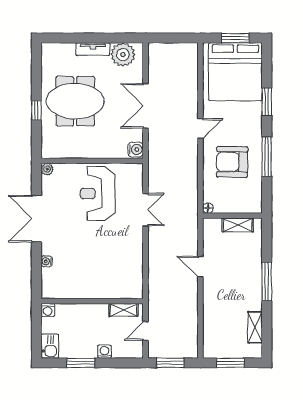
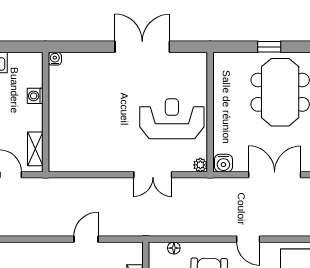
plant: (47, 169) -> (200, 165), moved
floor lamp: (208, 208) -> (174, 248), moved
water cooler: (47, 261) -> (55, 59), moved
washing machine: (48, 310) -> (35, 96), moved

